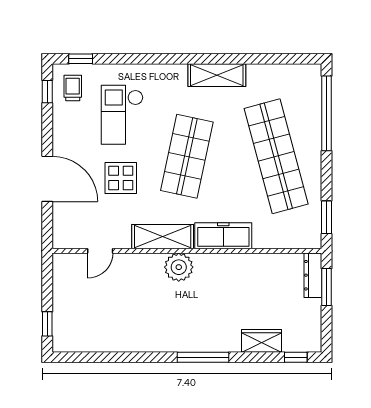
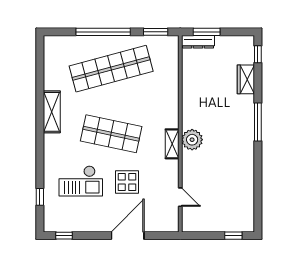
window: (81, 59) -> (40, 197), moved
trolley: (73, 88) -> (61, 217), removed
window: (326, 113) -> (103, 32), moved
freezer: (223, 236) -> (169, 107), removed
shelving: (163, 237) -> (172, 144), width x0.67, depth x0.75

